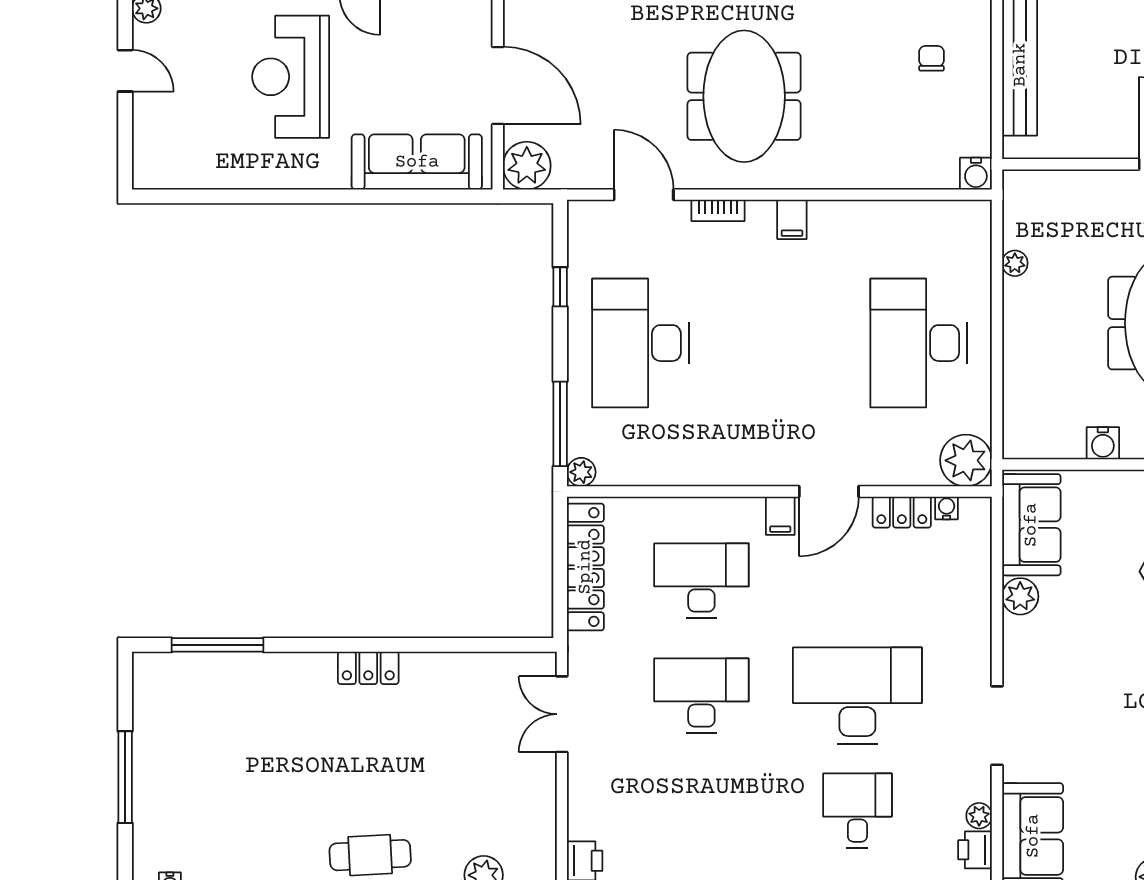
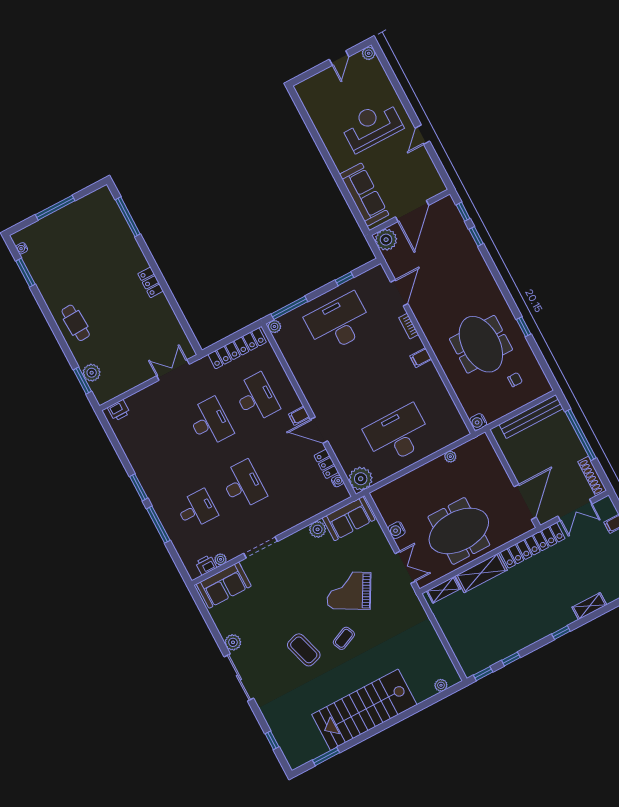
meeting table: (744, 96) -> (481, 344), moved, turned 90
desk: (857, 696) -> (243, 485), width x0.73, depth x0.77

